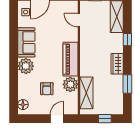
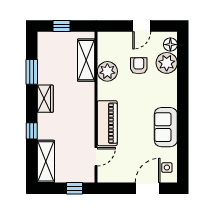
door: (79, 20) -> (96, 157), hinge flipped
piano: (70, 59) -> (107, 123), moved
plant: (26, 66) -> (167, 63), moved
door: (57, 119) -> (142, 26), moved

